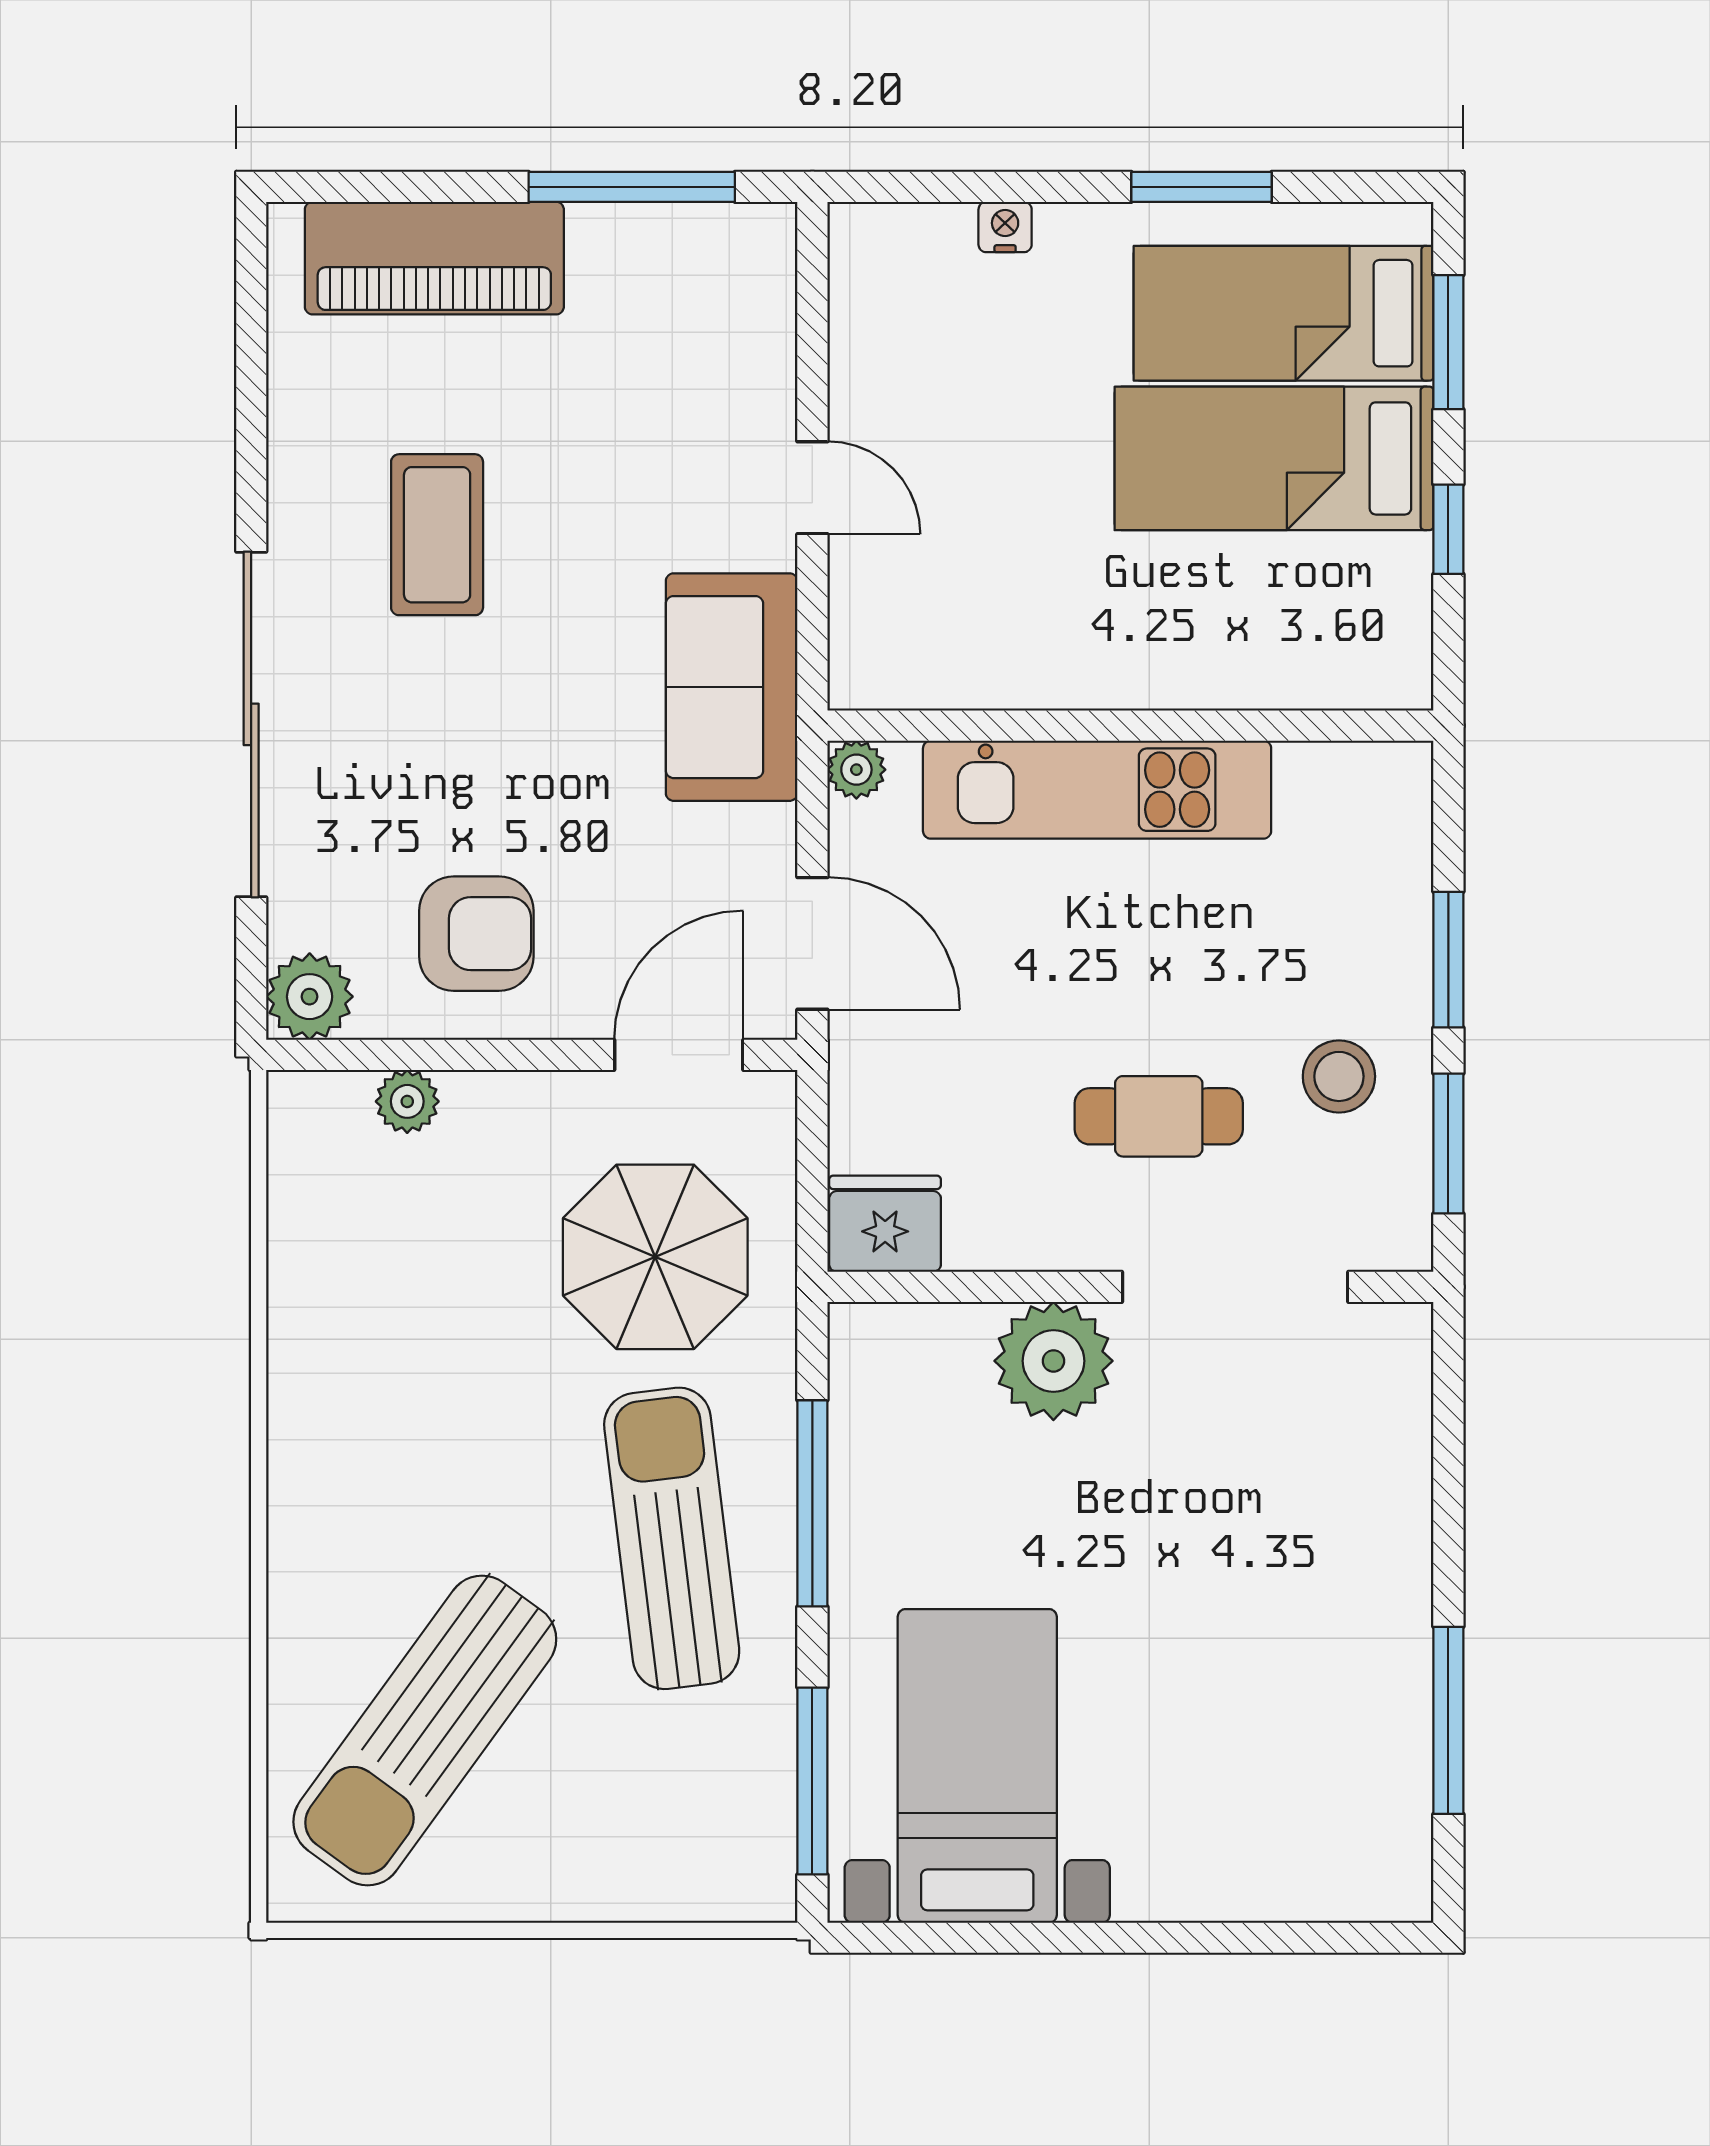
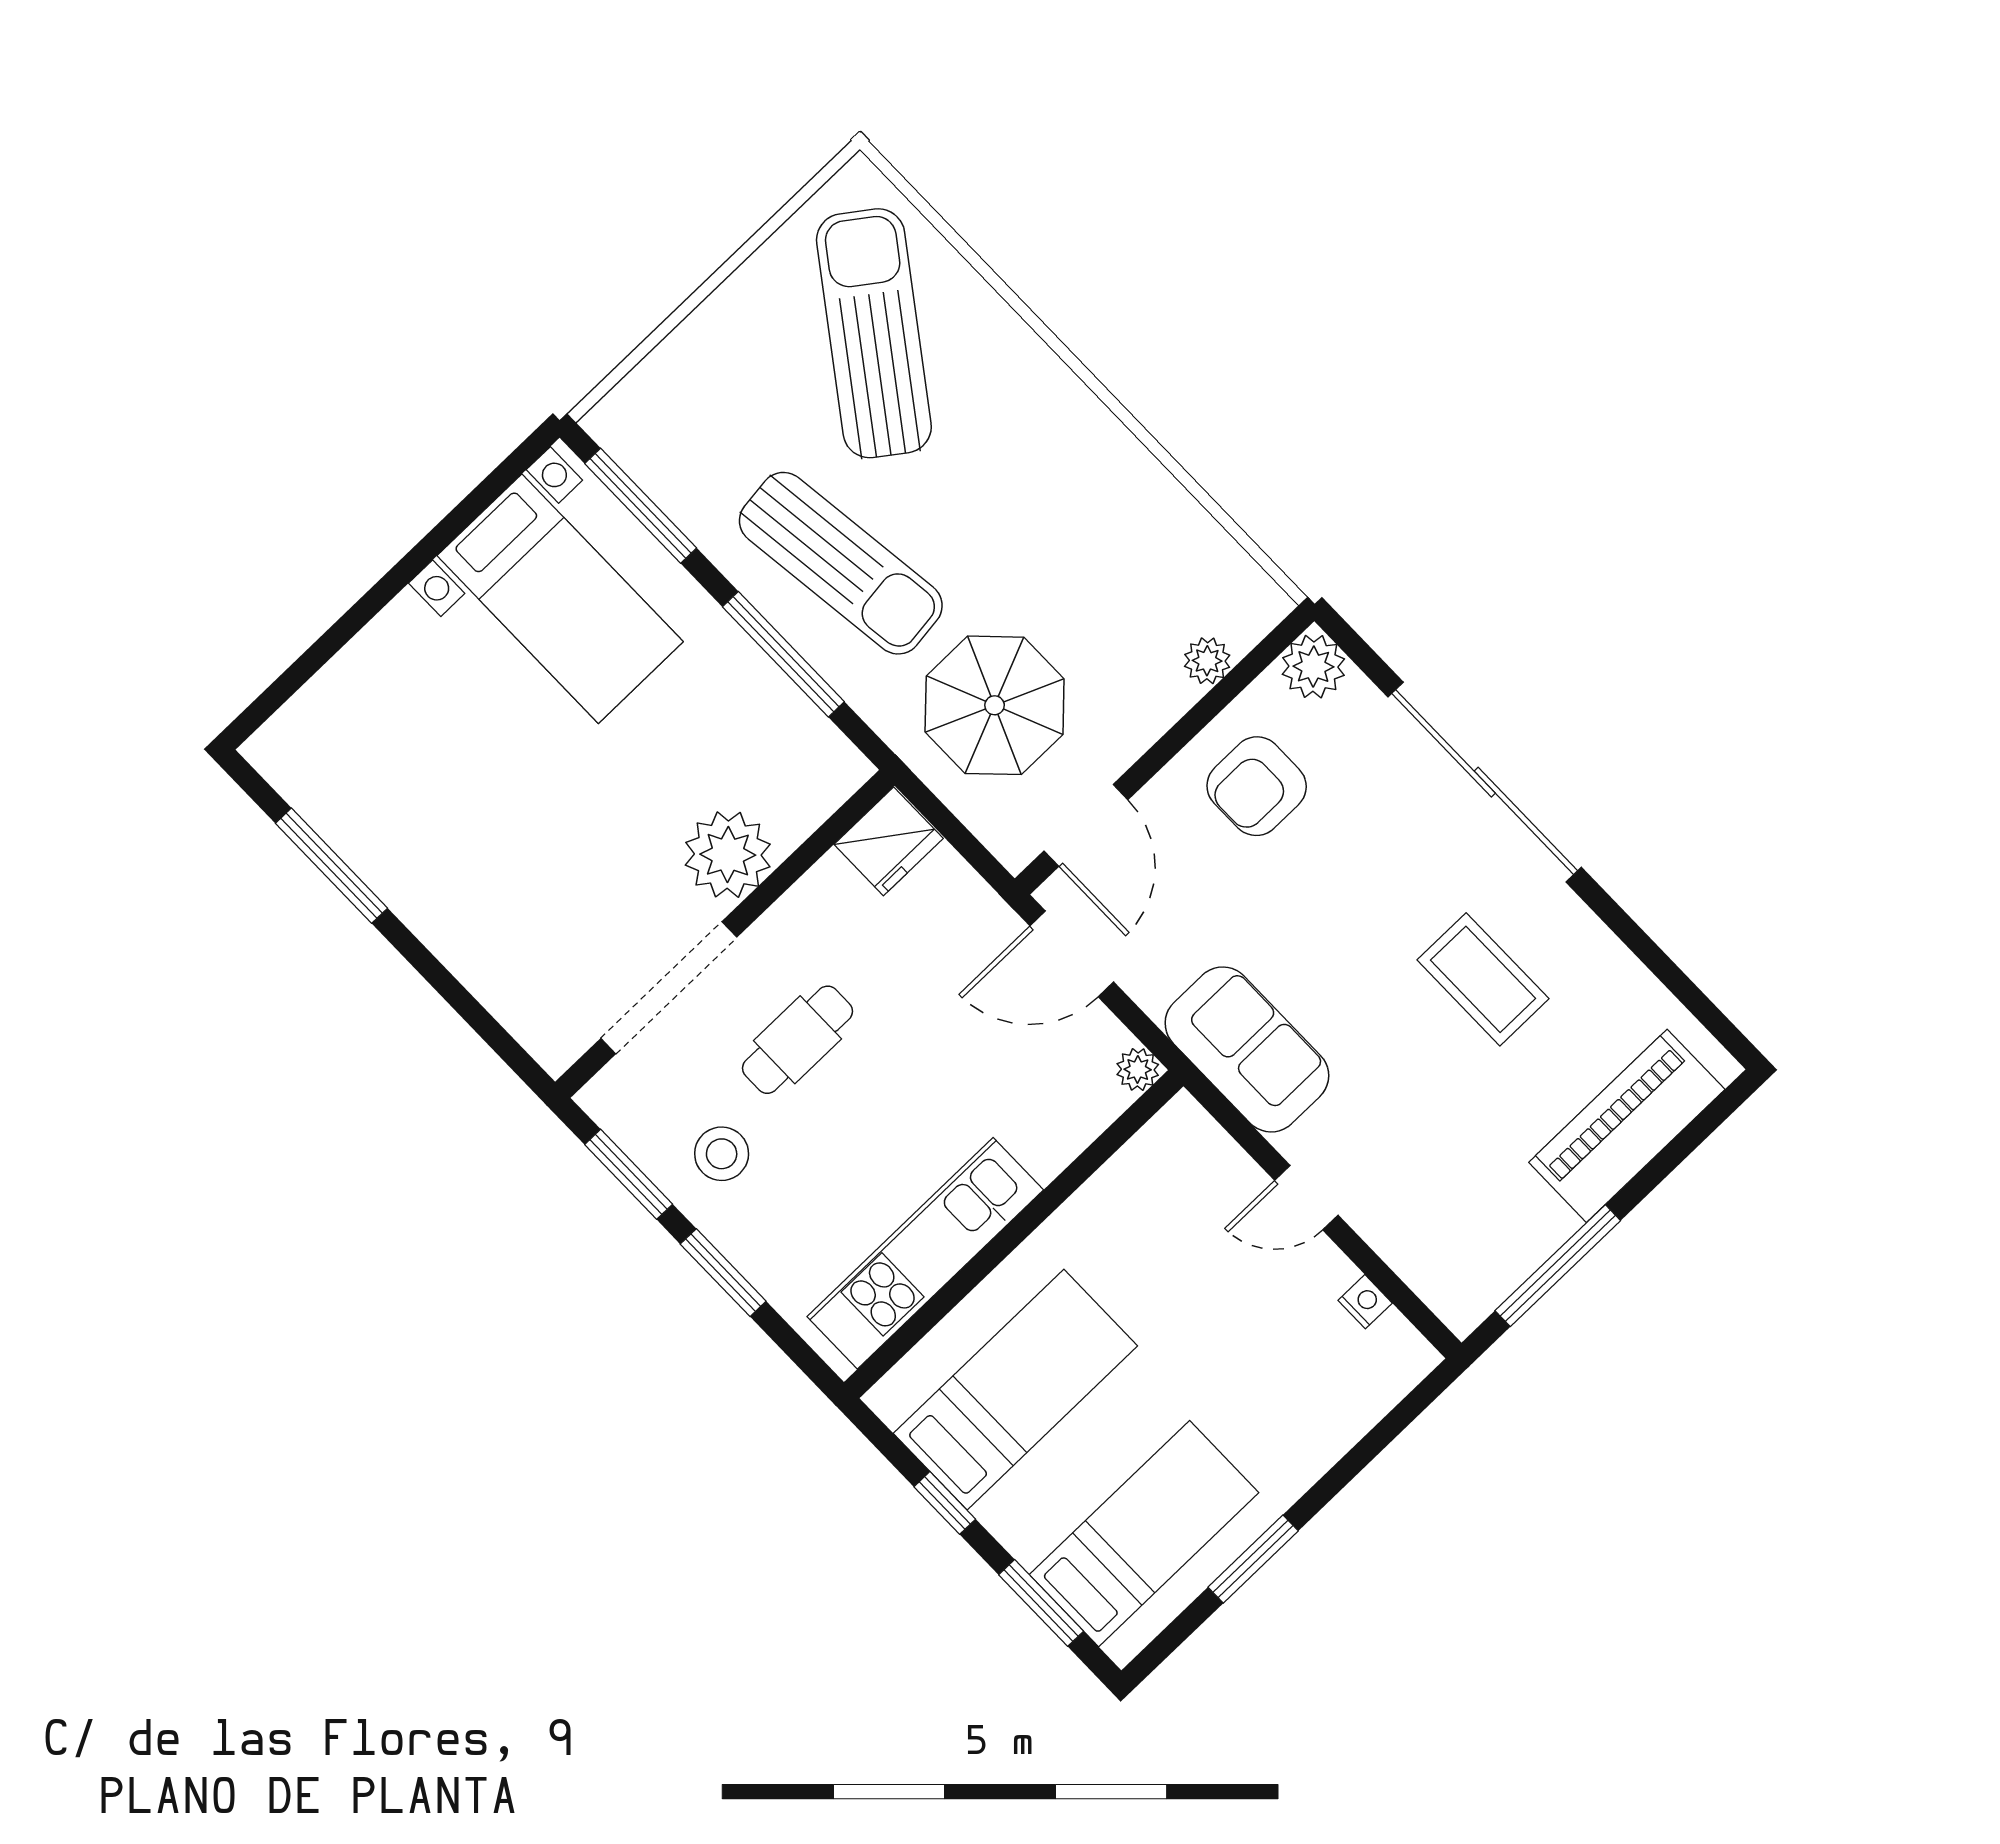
nightstand: (1005, 227) -> (1365, 1302), moved, turned -90
bed: (1274, 458) -> (1015, 1390), moved
kitchen unit: (1097, 790) -> (925, 1253), moved

